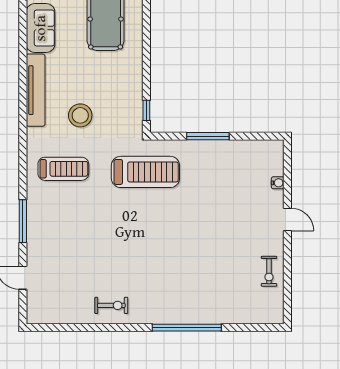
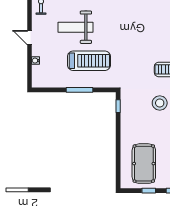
treadmill: (145, 172) -> (89, 61), moved, turned 180
weight bench: (214, 236) -> (75, 27), added

